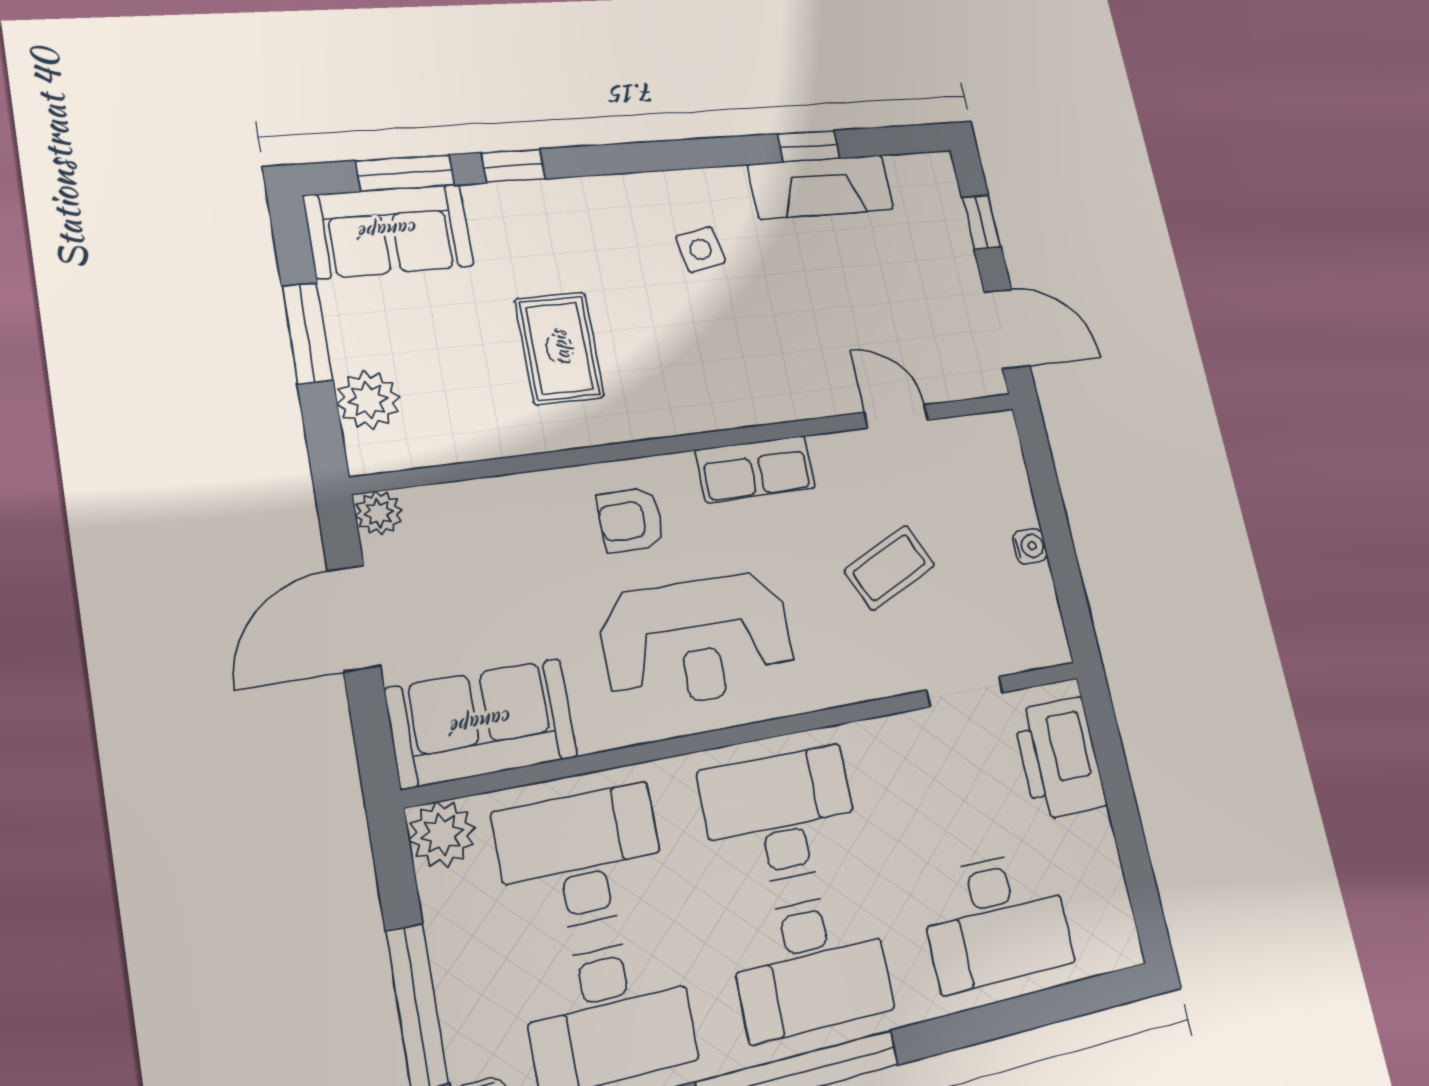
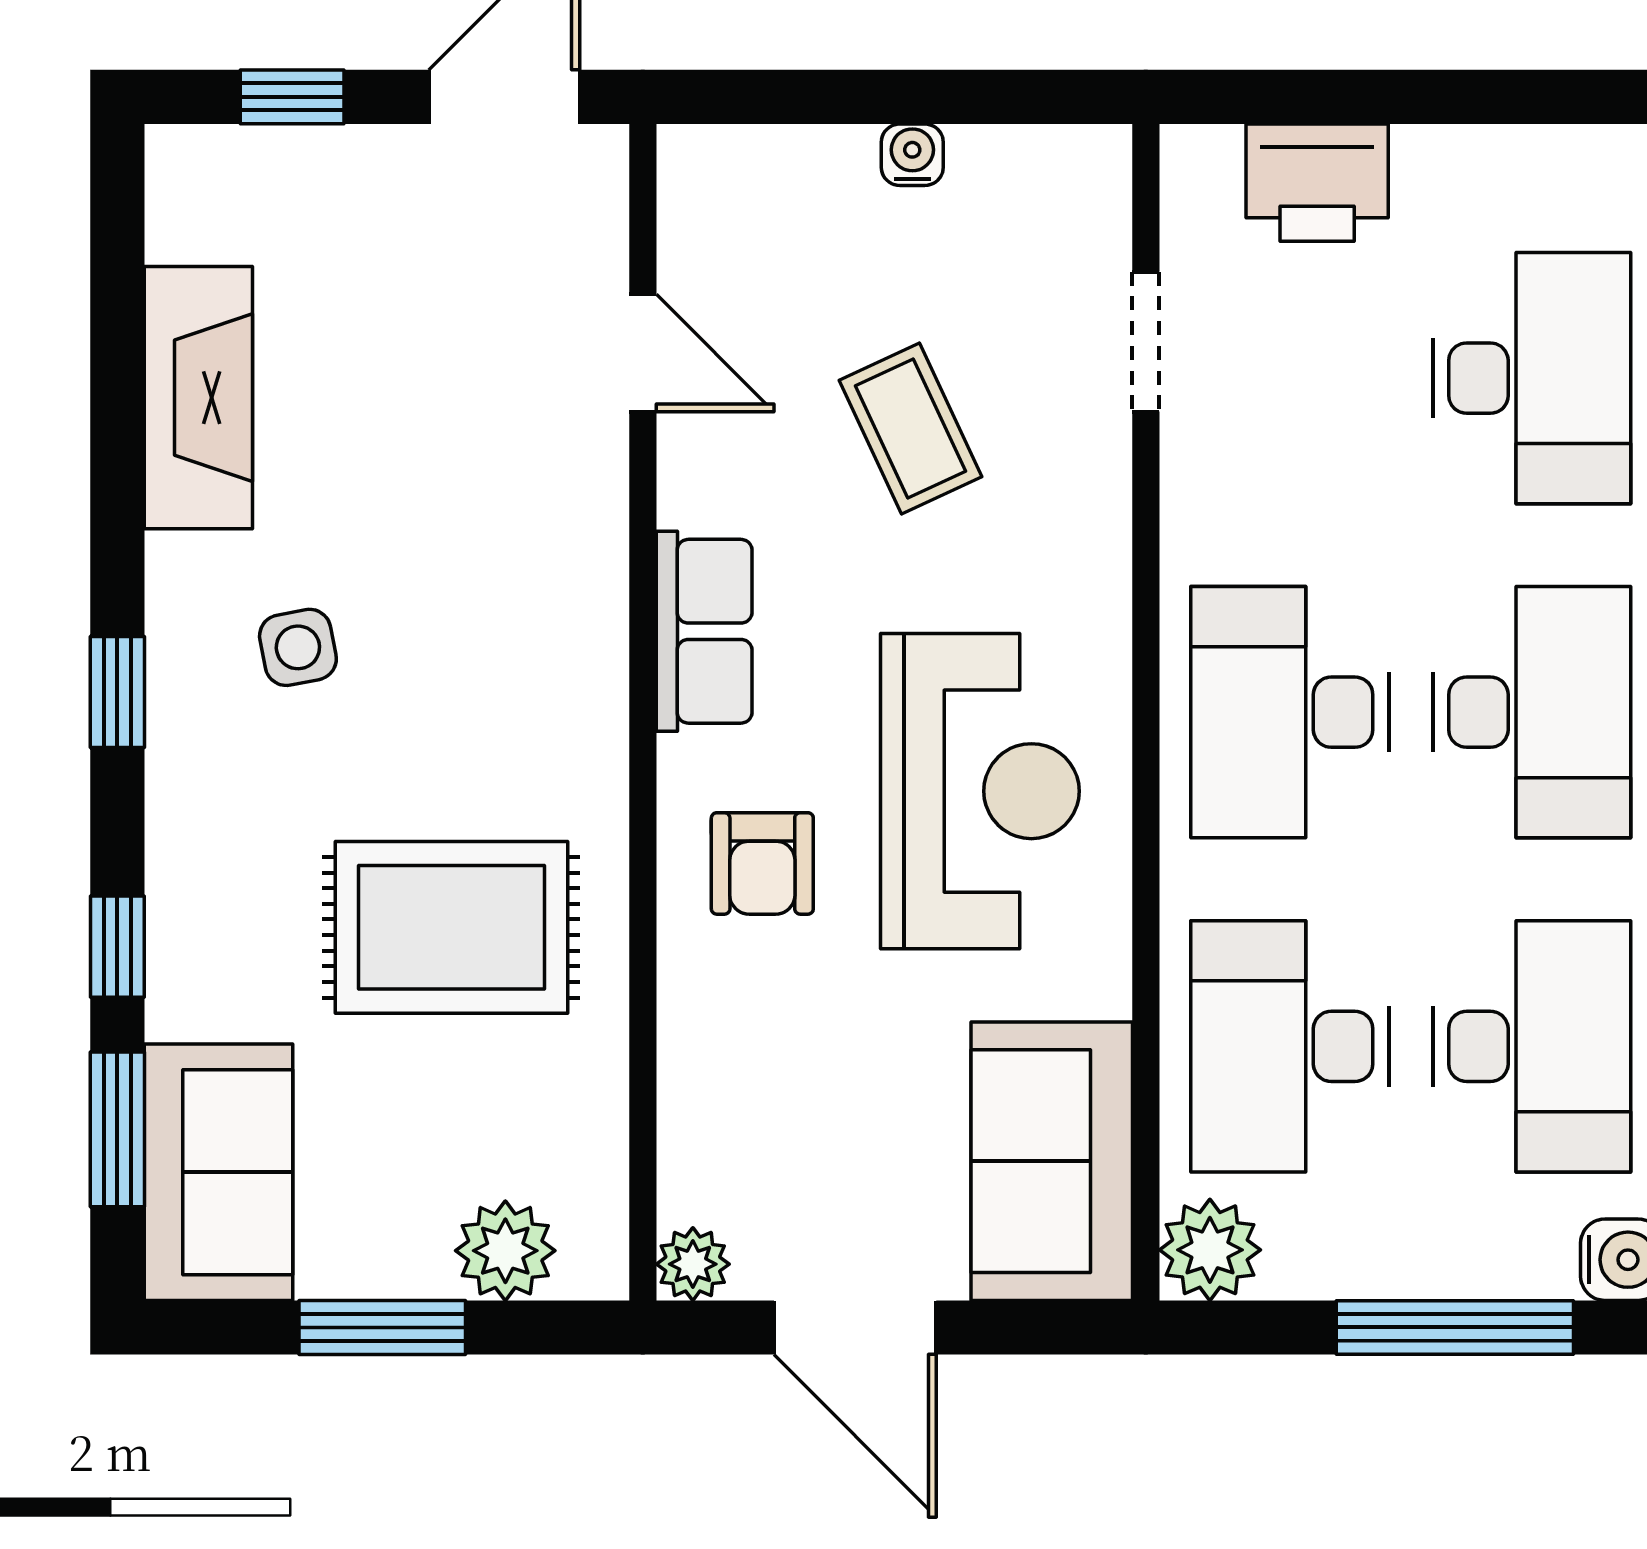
window: (808, 146) -> (117, 692), moved
rug: (560, 348) -> (451, 927), width x1.36, depth x1.43
door: (896, 416) -> (643, 353), swing flipped
printer: (1060, 758) -> (1317, 183), width x0.73, depth x0.84

